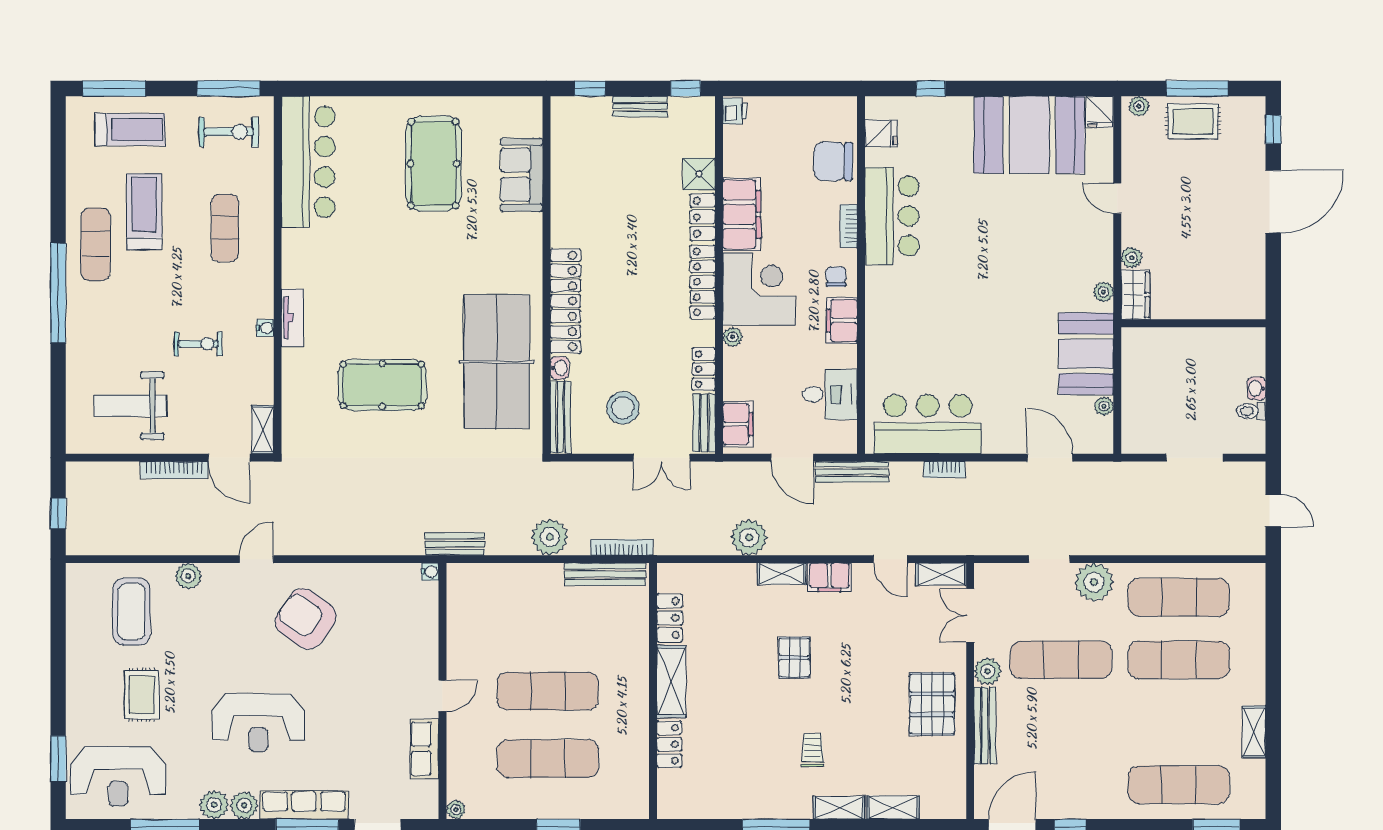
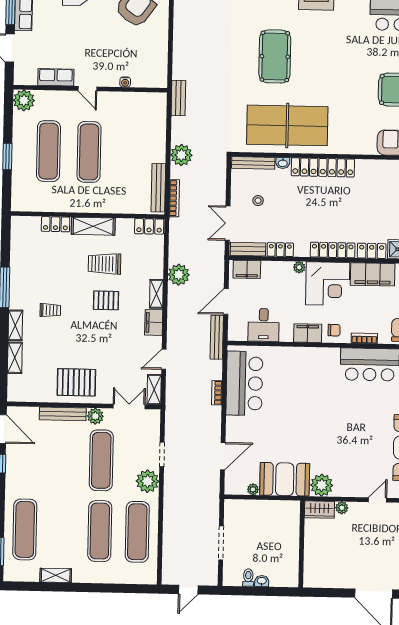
plant: (1103, 292) -> (322, 485), width x1.88, depth x1.88
stool: (623, 408) -> (258, 201), width x0.53, depth x0.53
water cooler: (430, 572) -> (125, 82), moved
locker: (670, 618) -> (149, 226), moved
trolley: (734, 661) -> (104, 264), added
plant: (456, 810) -> (24, 100), width x1.87, depth x1.87

